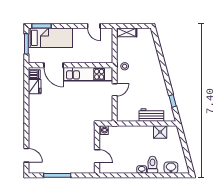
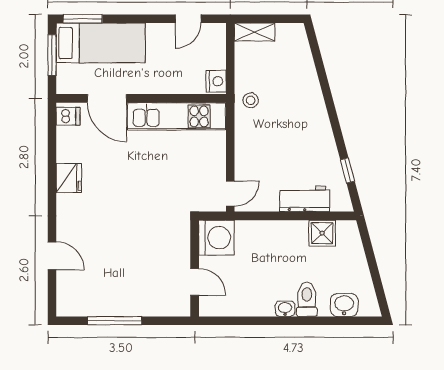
door: (94, 26) -> (188, 19), hinge flipped
nightstand: (108, 57) -> (216, 81), added
fridge: (35, 87) -> (69, 178), moved
door: (115, 90) -> (230, 194), moved
washing machine: (104, 130) -> (216, 238), width x1.89, depth x1.89
door: (26, 155) -> (52, 256), moved

